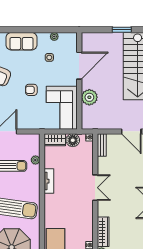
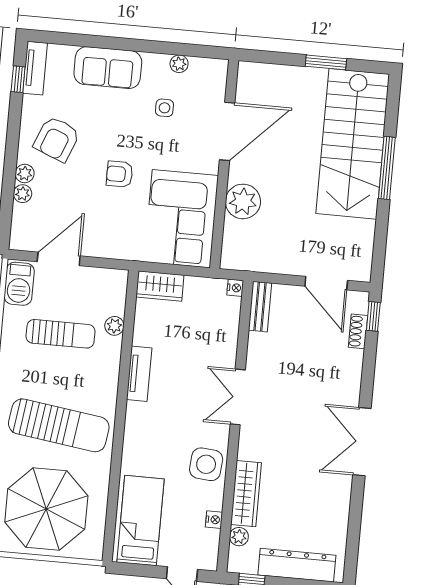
floor lamp: (73, 140) -> (199, 291), removed
double door: (95, 188) -> (238, 397), swing flipped
side table: (83, 220) -> (206, 464), added

